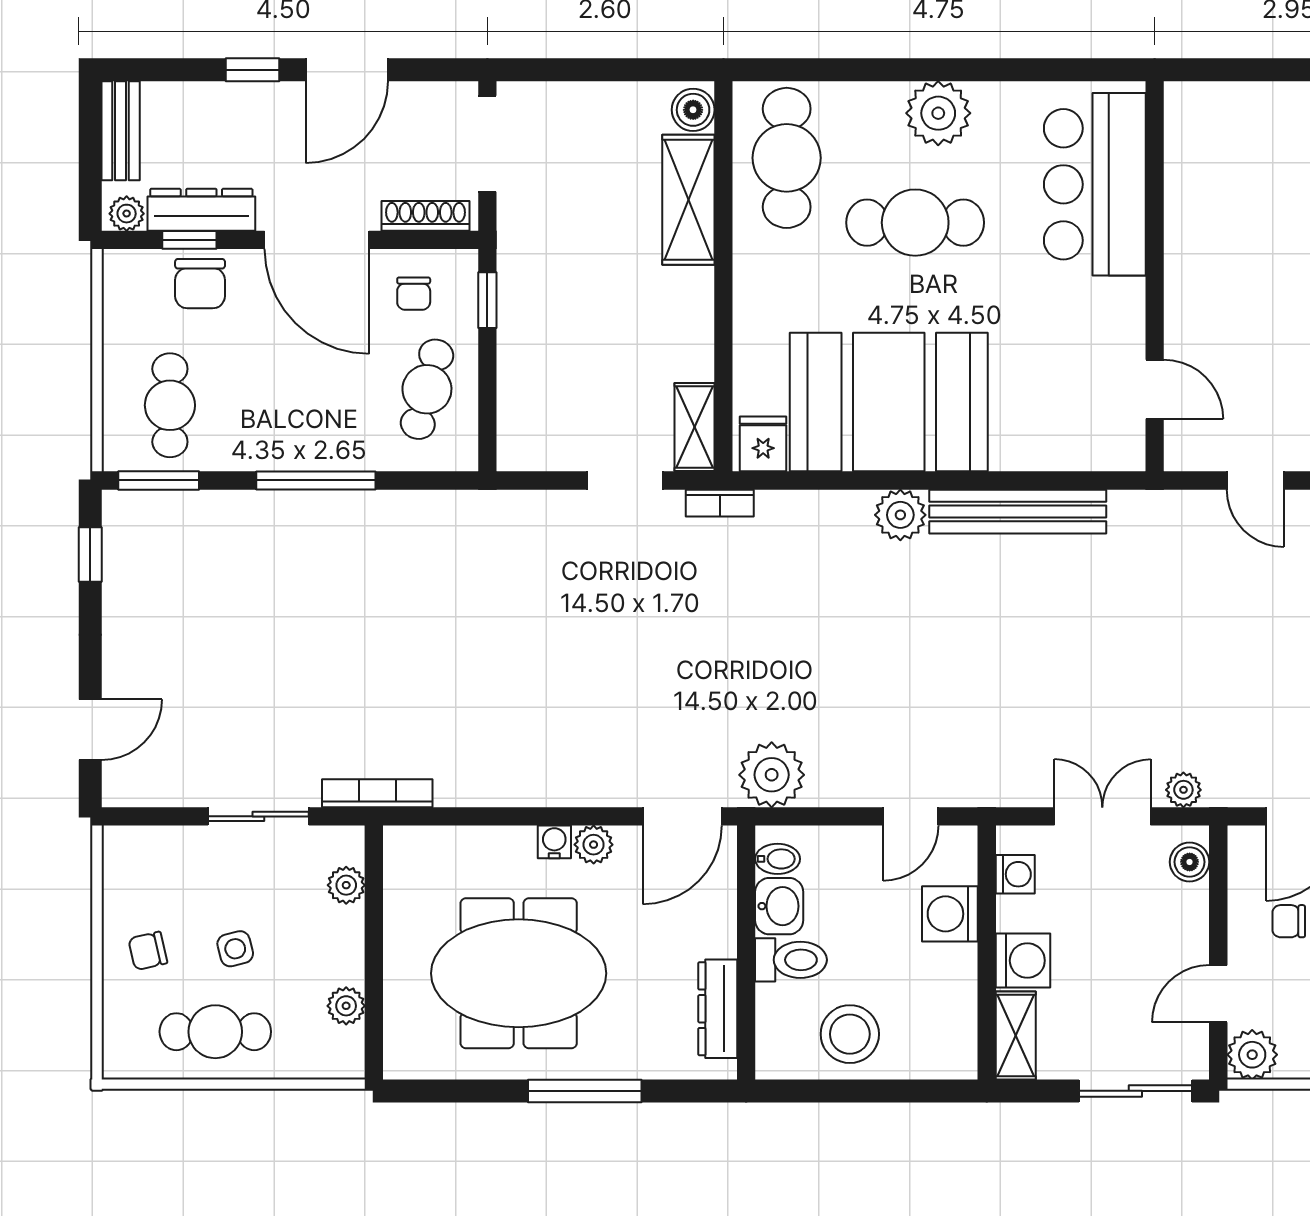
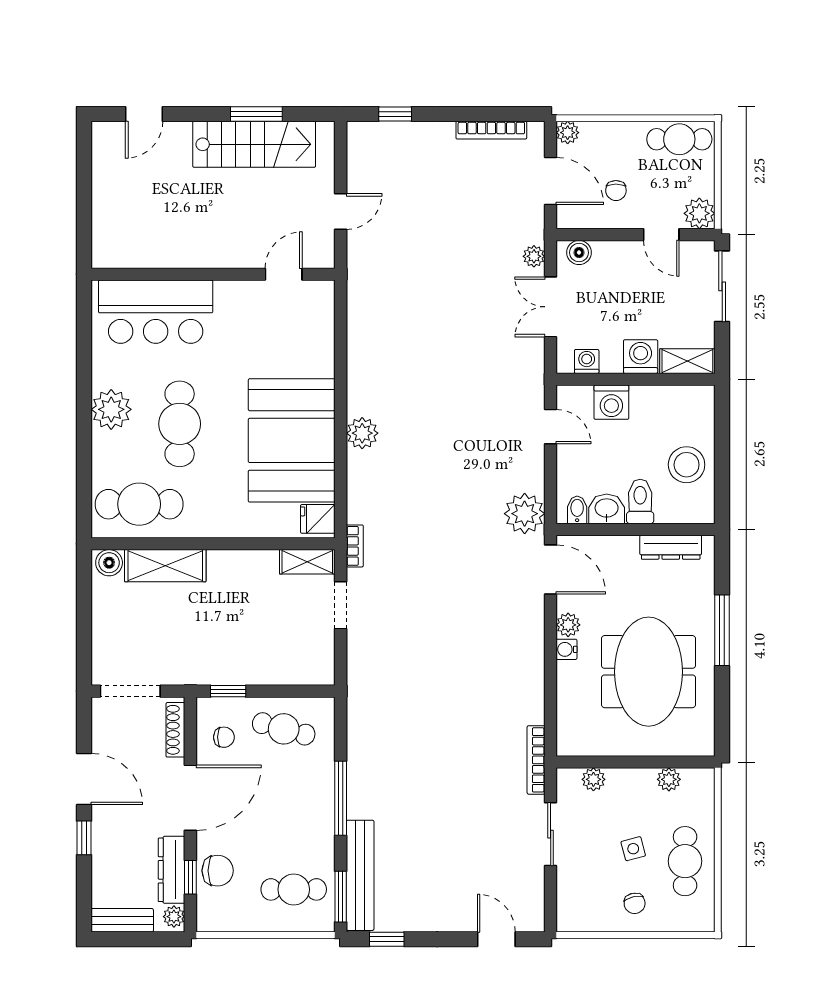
bench: (1018, 512) -> (360, 875), moved

